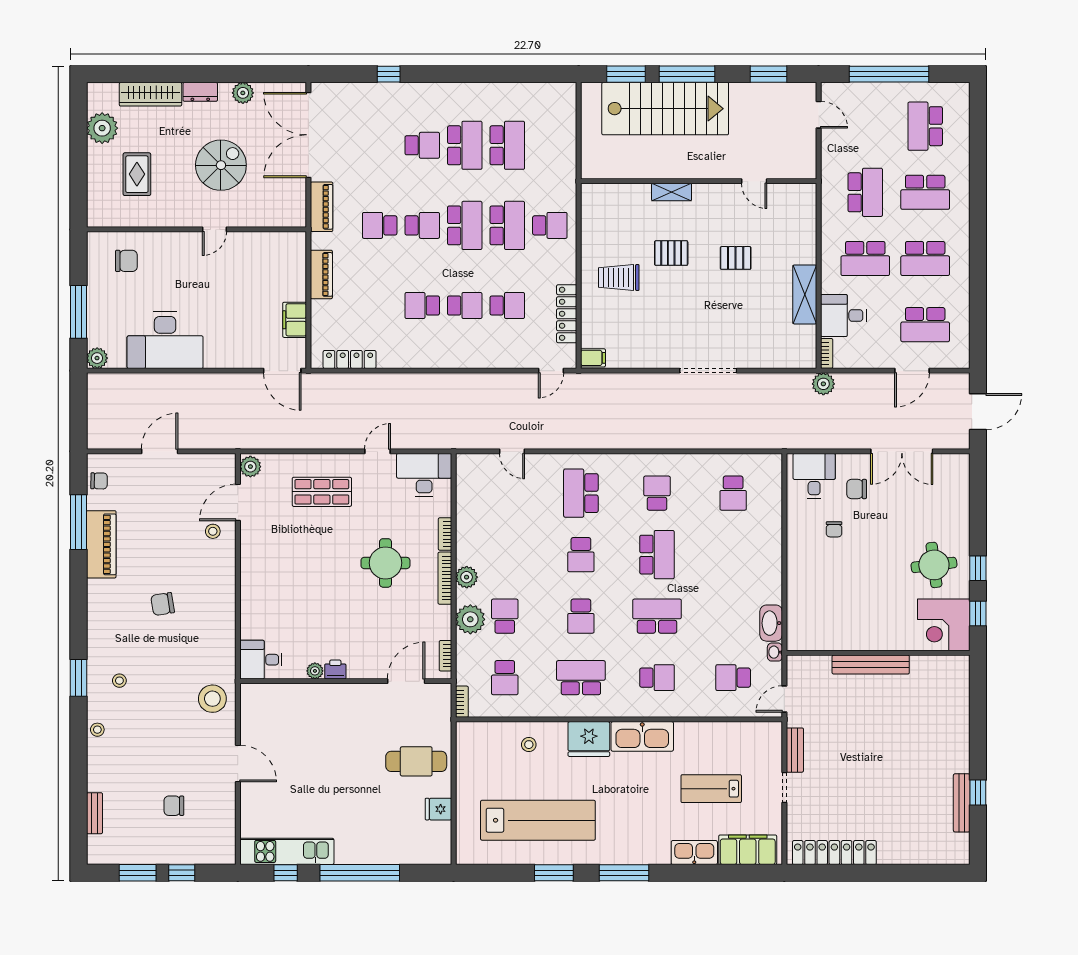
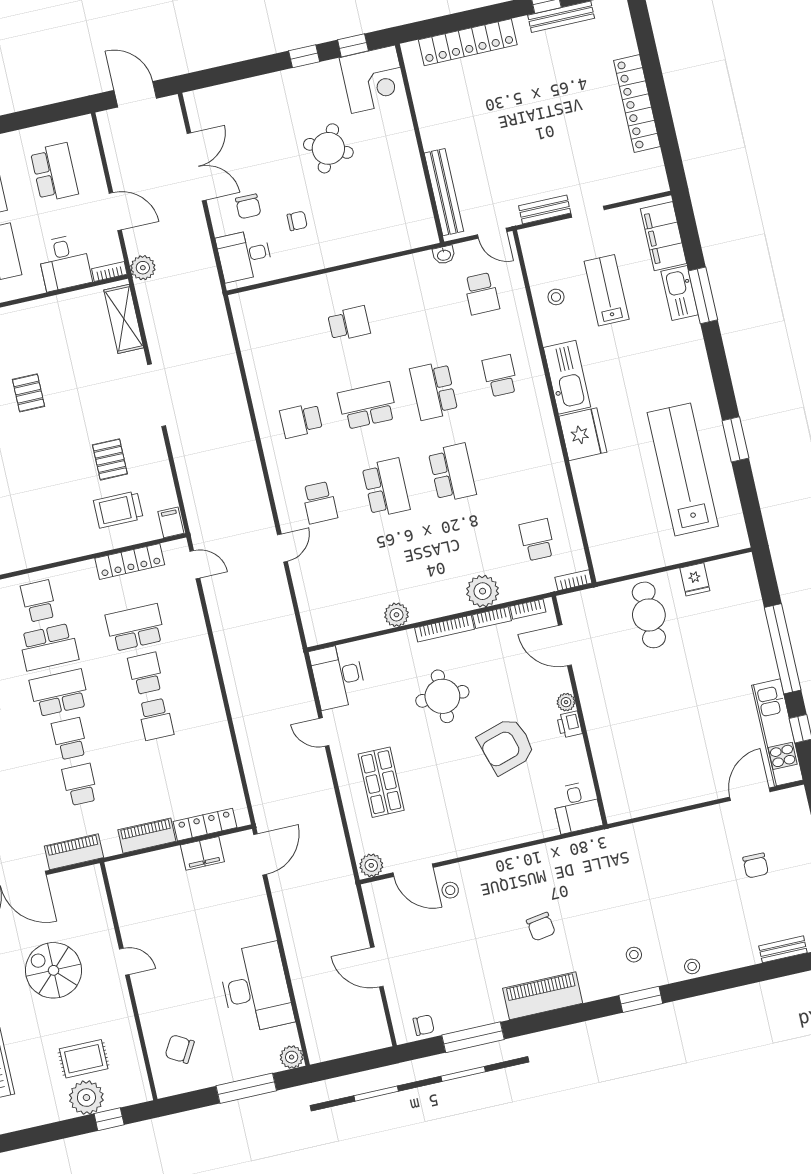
plant: (102, 128) -> (86, 1098), moved
window: (78, 185) -> (109, 1119), added
school desk: (380, 225) -> (80, 785), turned 180
school desk: (507, 225) -> (49, 647), turned 180
pallet: (671, 253) -> (110, 459), moved
chair: (126, 261) -> (180, 1049), turned -60
trolley: (619, 278) -> (118, 509), moved, turned 90
shelving: (805, 294) -> (124, 319), moved, turned 90
school desk: (507, 306) -> (135, 628), width x1.85
locker: (350, 359) -> (205, 825), moved, turned 90
door: (912, 371) -> (115, 212), moved
door: (512, 451) -> (282, 548), moved
chair: (99, 481) -> (424, 1025), turned 89
school desk: (581, 493) -> (320, 503), width x0.54
school desk: (733, 493) -> (349, 323), moved
bookcase: (445, 534) -> (492, 618), moved
piano: (101, 544) -> (543, 996), moved
school desk: (581, 555) -> (386, 488), width x1.85
round table: (934, 565) -> (328, 148), moved, turned 32
plant: (467, 577) -> (396, 615), moved
armchair: (329, 609) -> (506, 746), added
school desk: (505, 616) -> (471, 555), removed
school desk: (581, 616) -> (452, 473), width x1.85
washbasin: (771, 623) -> (414, 266), removed
bench: (871, 665) -> (444, 192), moved
plant: (315, 671) -> (566, 702), moved
school desk: (505, 678) -> (537, 540), turned -90
school desk: (581, 678) -> (519, 458), removed
stool: (212, 699) -> (631, 850), removed
locker: (958, 715) -> (468, 42), added
stool: (529, 745) -> (556, 297), moved
door: (238, 763) -> (750, 794), moved
lab bench: (711, 789) -> (607, 290), turned 180
locker: (834, 853) -> (637, 103), moved
window: (624, 873) -> (703, 295), moved

